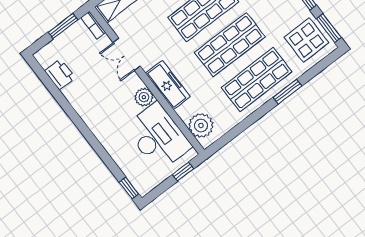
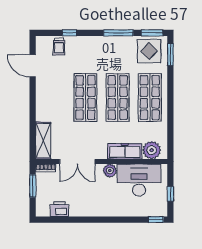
double door: (127, 54) -> (77, 162), width x1.37
freezer: (168, 85) -> (125, 151), moved
window: (287, 92) -> (170, 55), moved
window: (183, 172) -> (170, 194), moved

